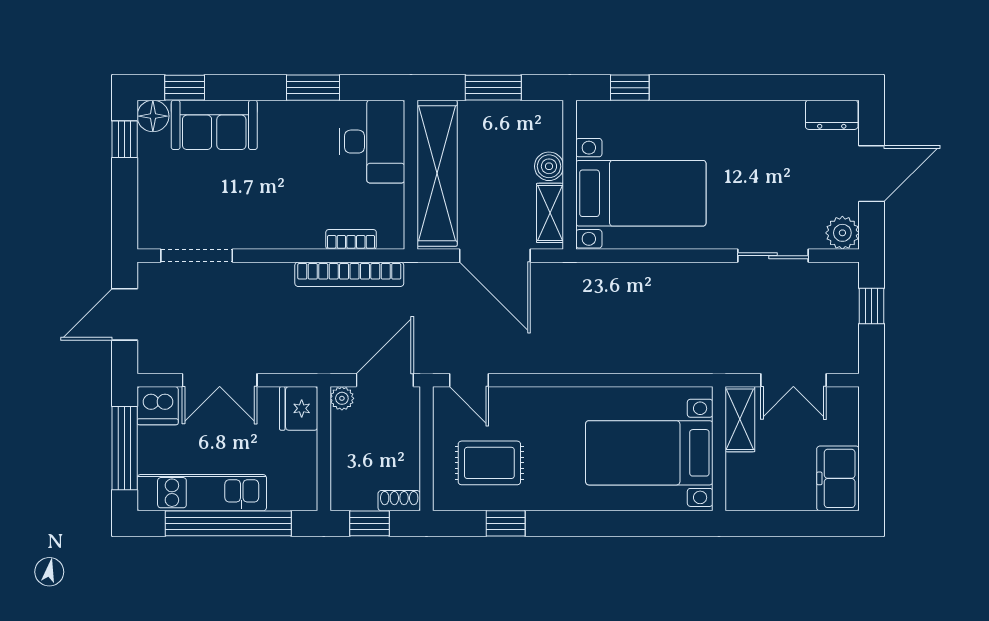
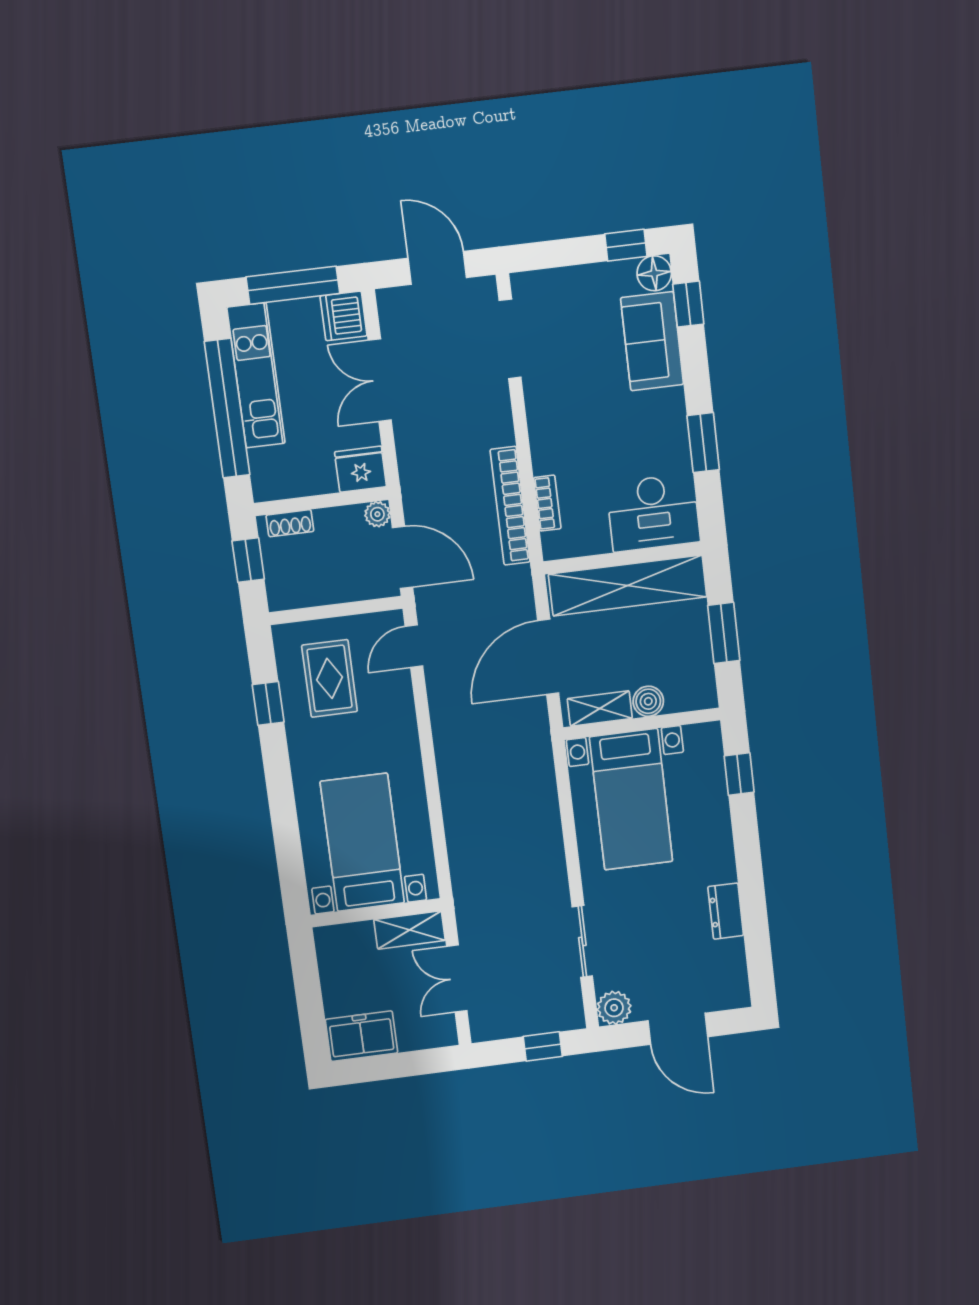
dresser: (832, 115) -> (726, 911), moved
shoe rack: (399, 501) -> (290, 523), moved, turned 90

